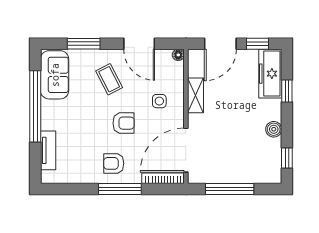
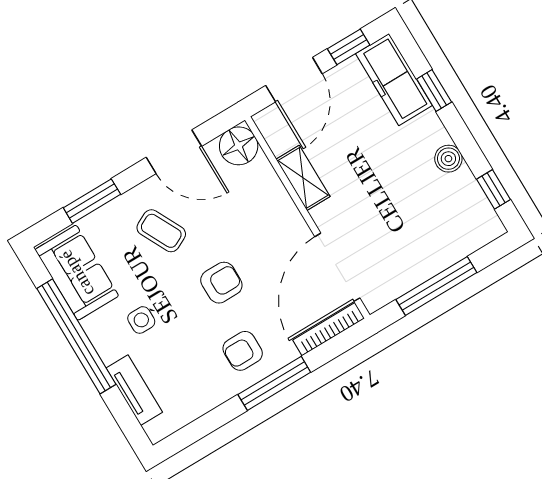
floor lamp: (178, 55) -> (239, 146), width x1.89, depth x1.89
side table: (159, 101) -> (141, 320), moved

